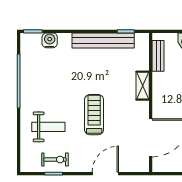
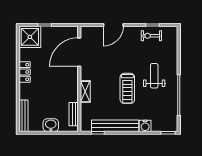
water cooler: (50, 40) -> (145, 126), moved
treadmill: (94, 115) -> (127, 88), moved
weight bench: (48, 127) -> (154, 76), moved, turned 90

